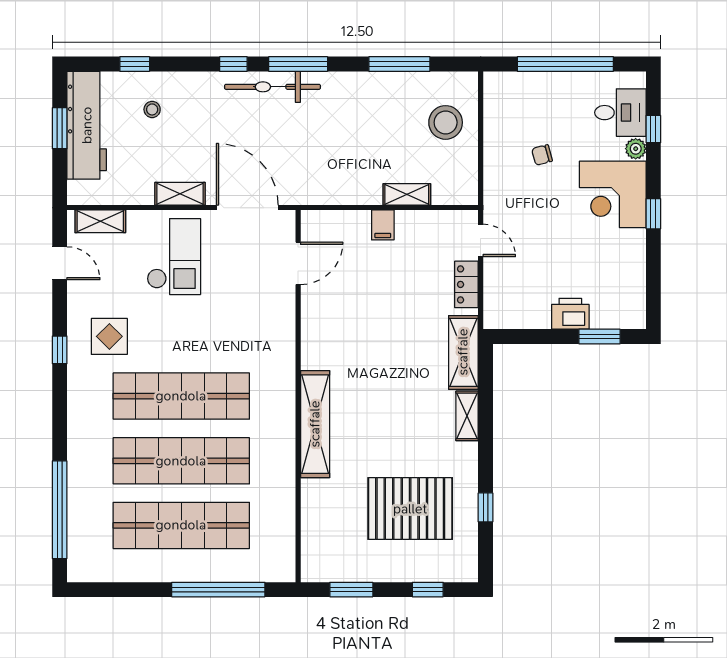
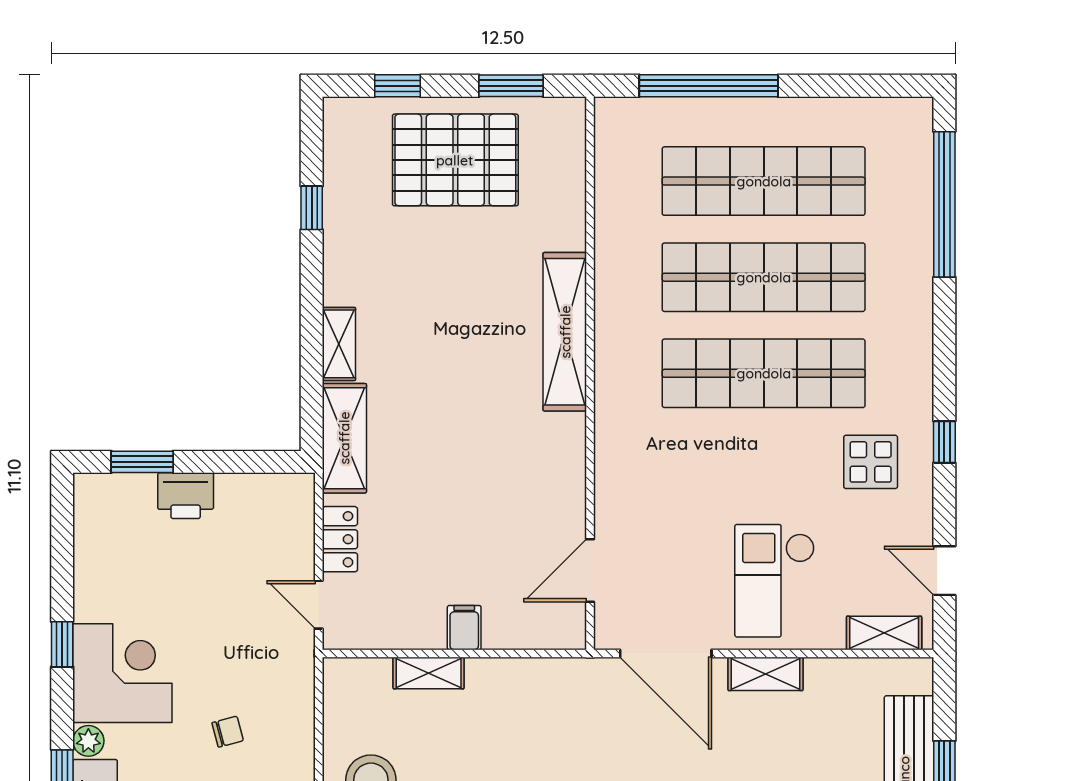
pallet: (410, 509) -> (455, 160), moved

